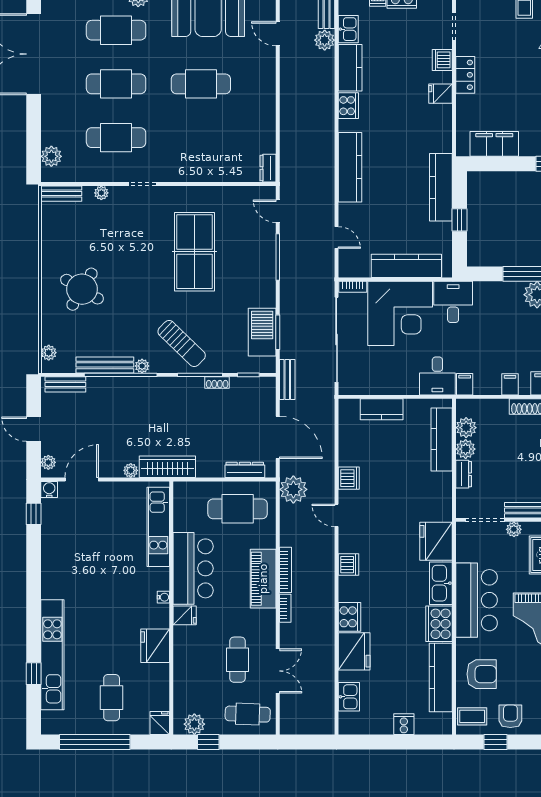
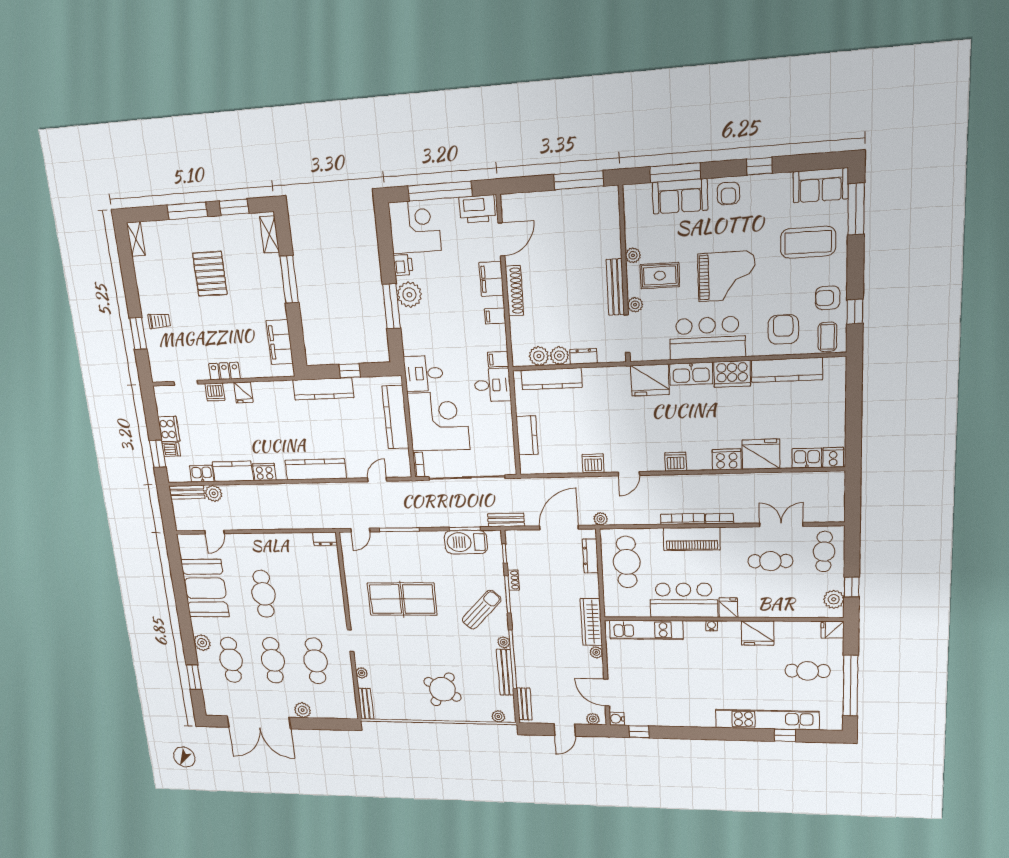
plant: (51, 156) -> (303, 710), moved
plant: (293, 489) -> (601, 519), width x0.53, depth x0.53
cooker: (404, 724) -> (833, 457), moved, turned 90

